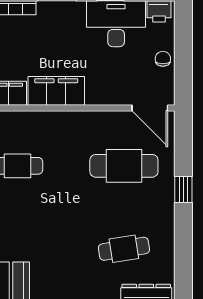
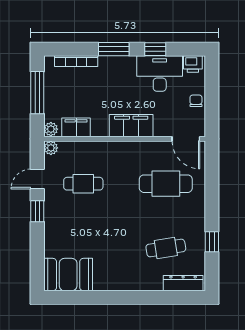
filing cabinet: (56, 91) -> (131, 126), moved
window: (183, 190) -> (212, 242), moved

